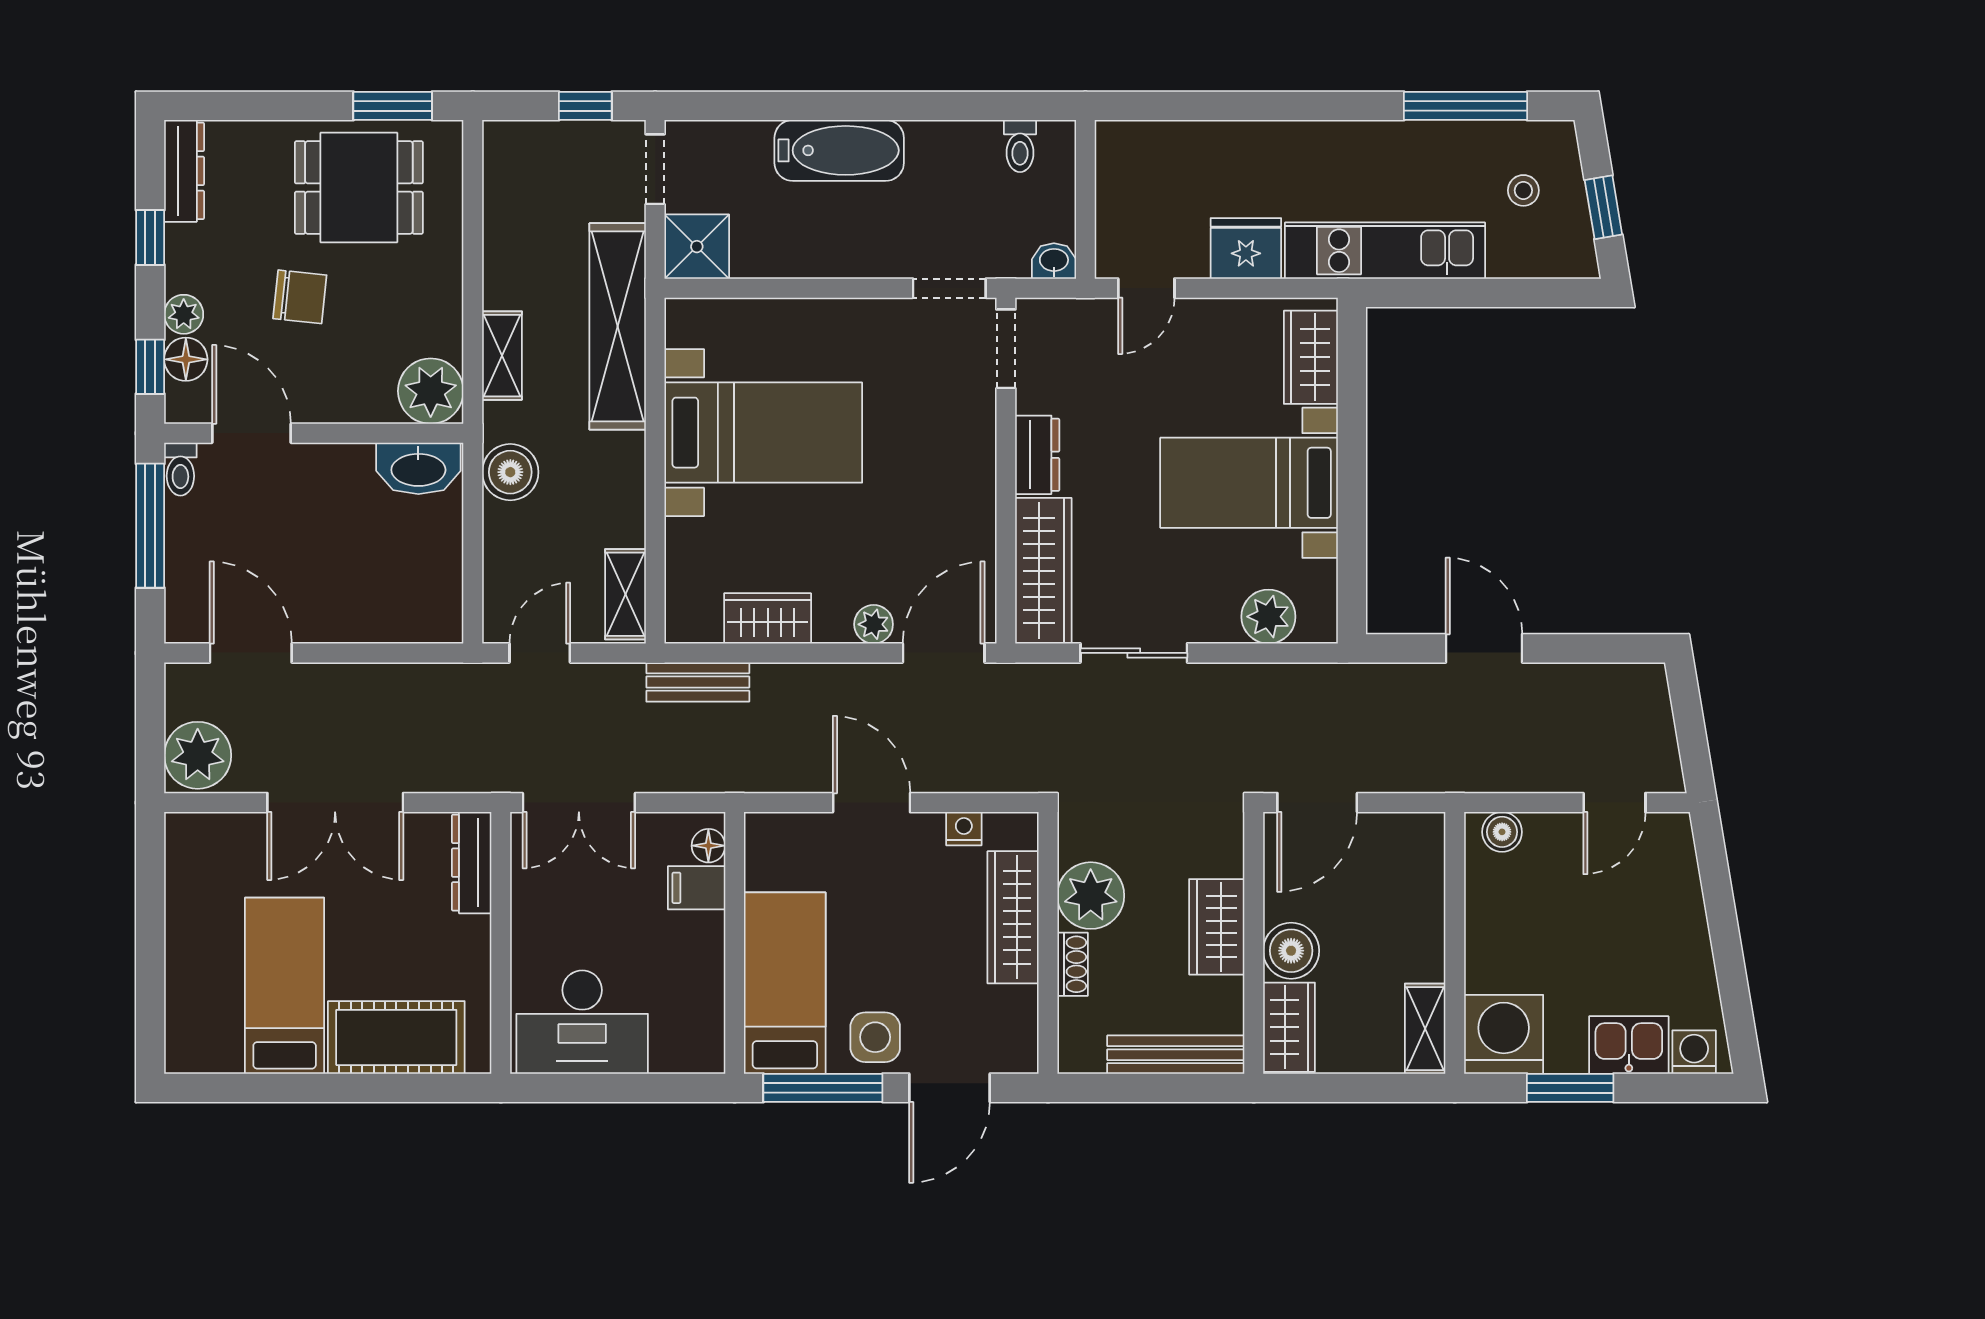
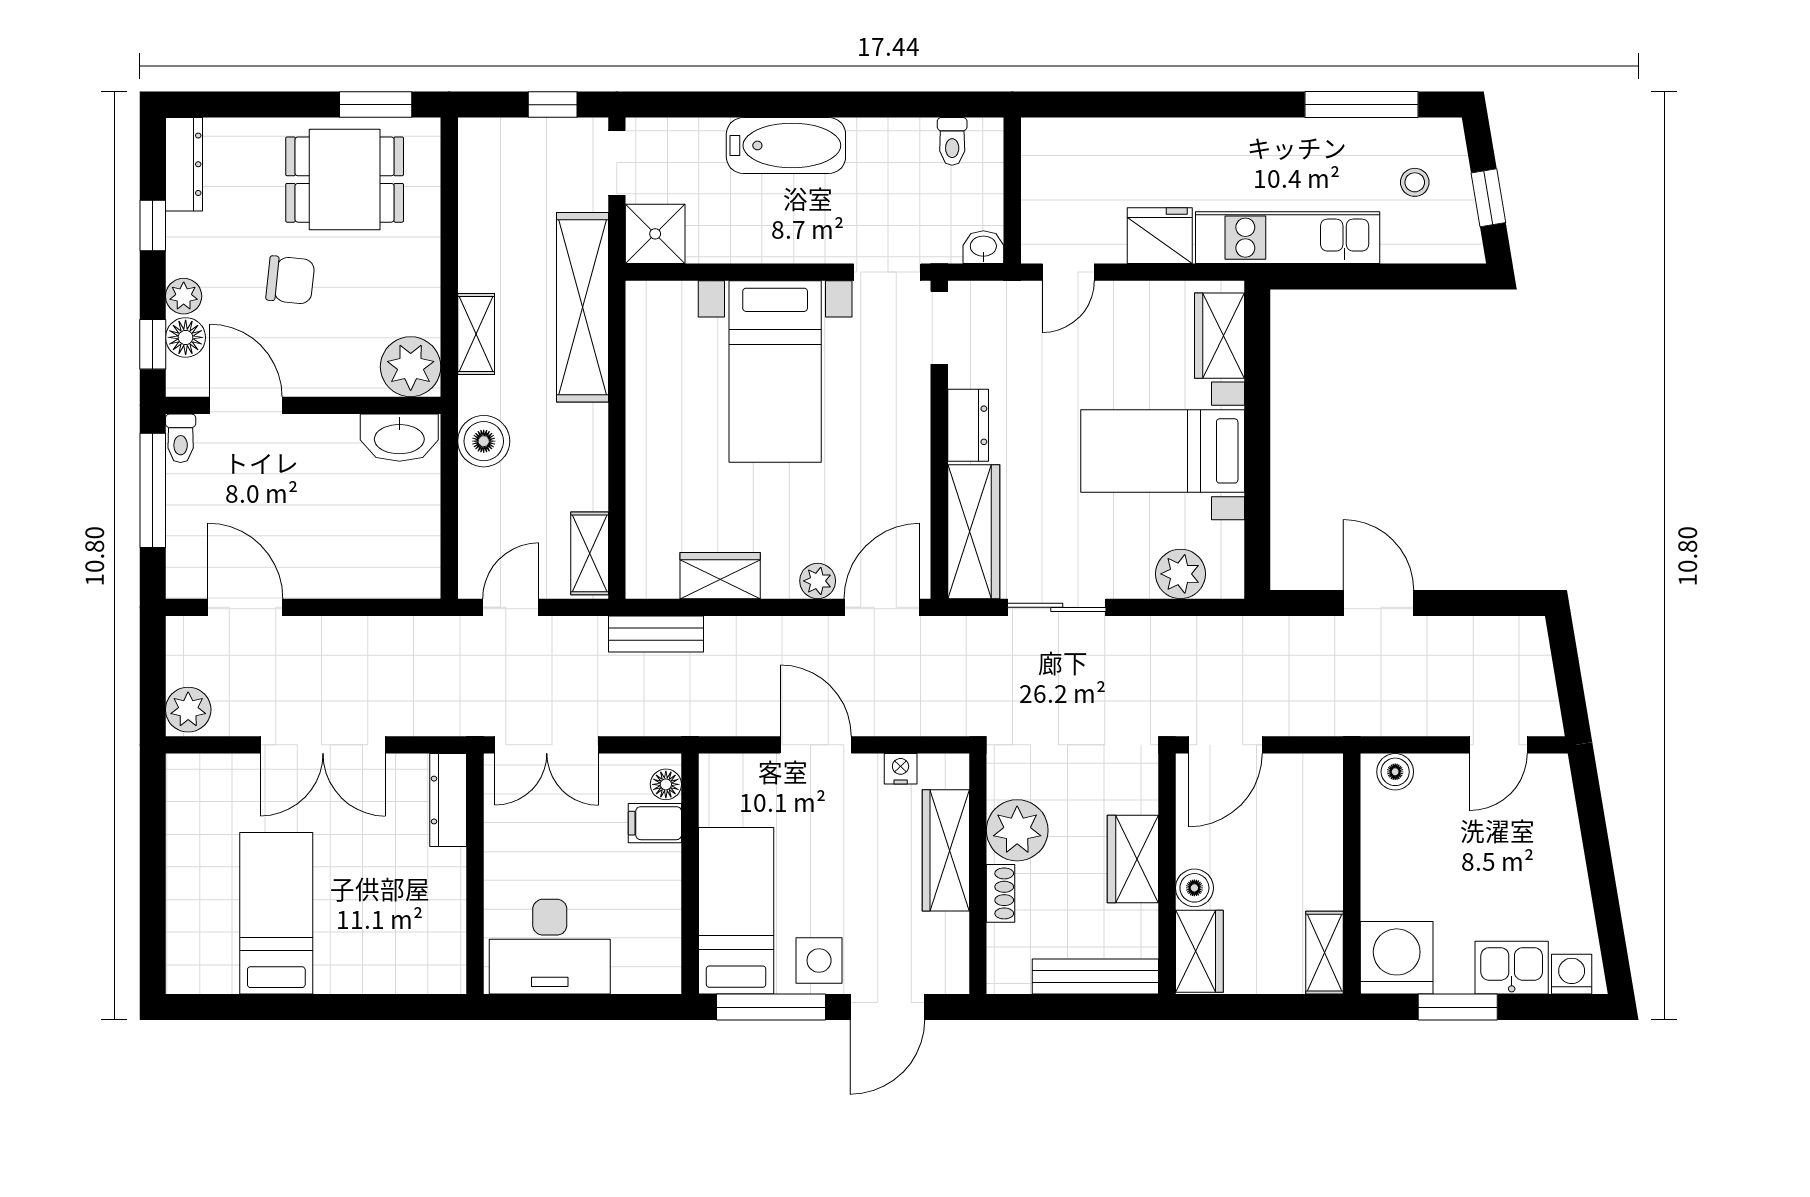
bed with nightstands: (763, 433) -> (775, 372), moved, turned 90
plant: (198, 755) -> (188, 710), width x0.73, depth x0.73
boiler: (1291, 951) -> (1194, 888), width x0.73, depth x0.73
cot: (396, 1037) -> (379, 961), removed

